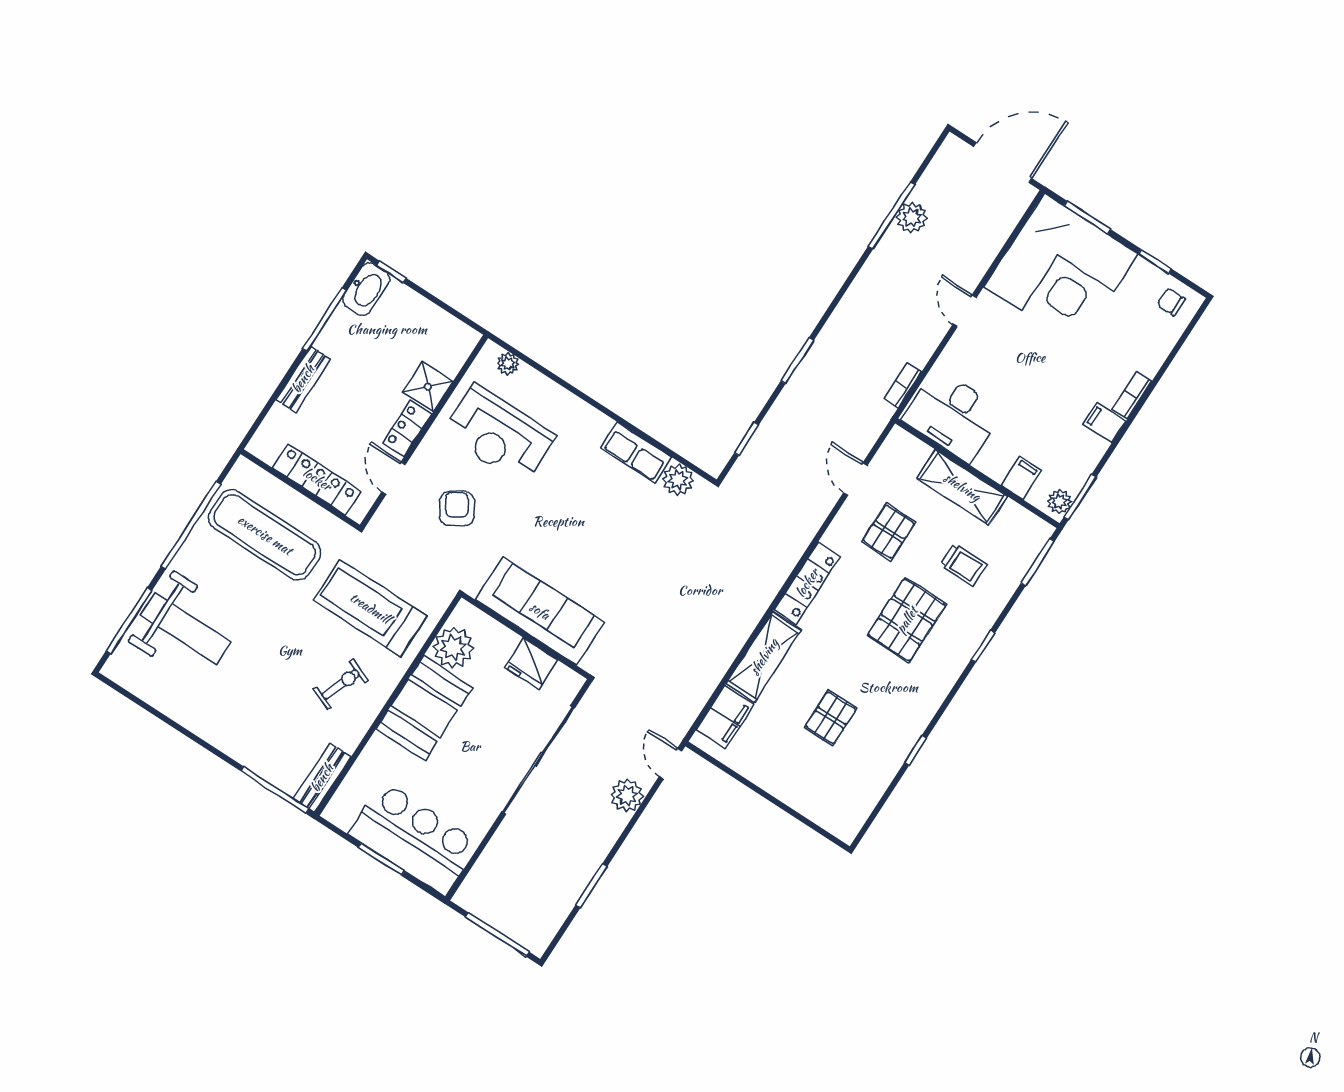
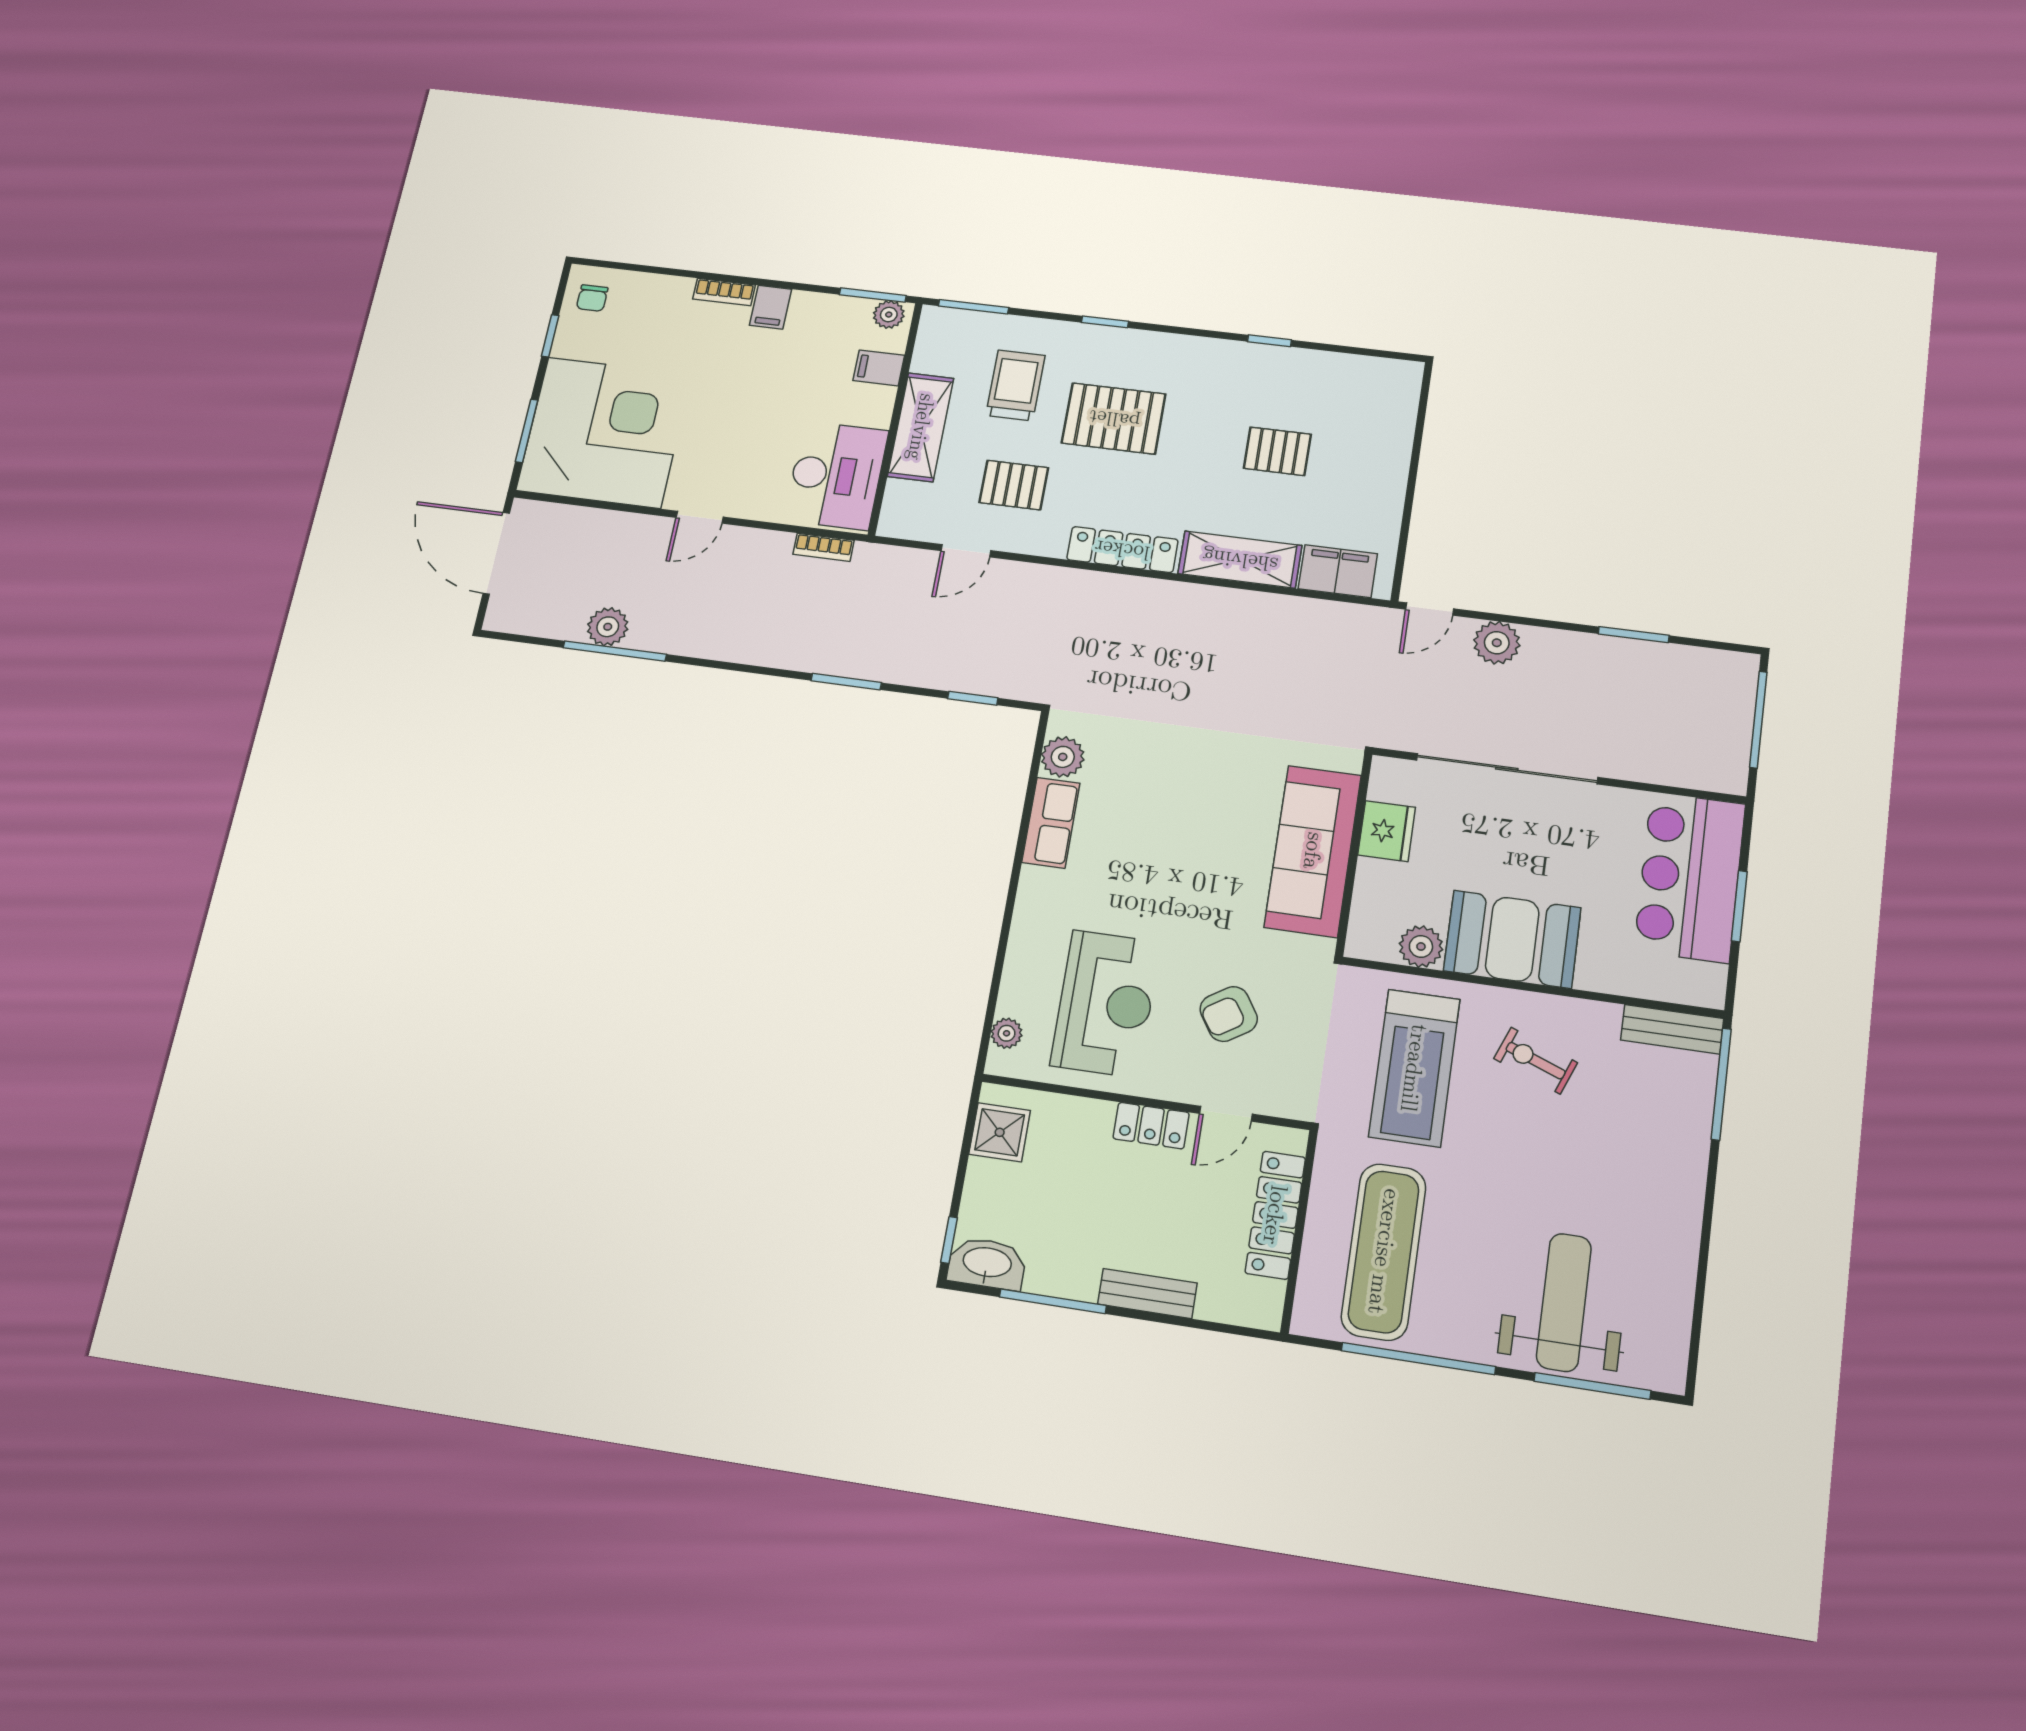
shower: (428, 387) -> (1000, 1132), moved
trolley: (963, 565) -> (1015, 385), width x1.36, depth x1.39
plant: (453, 647) -> (1421, 946), width x0.73, depth x0.73

